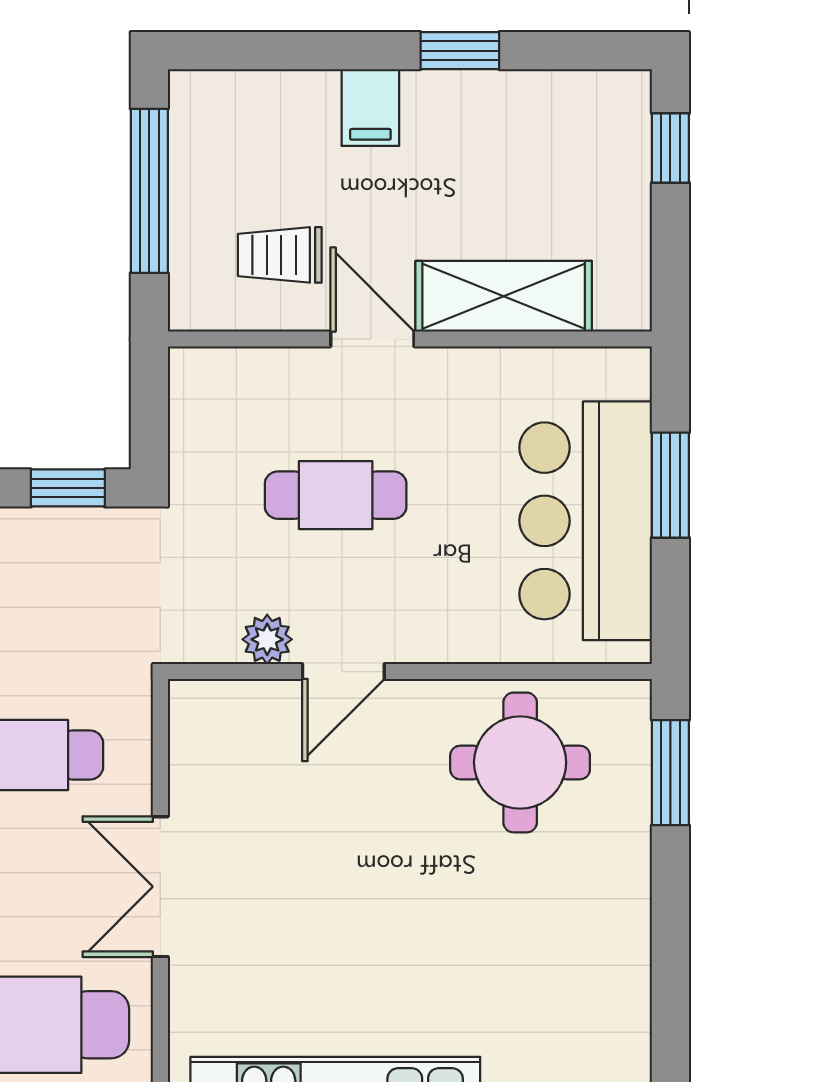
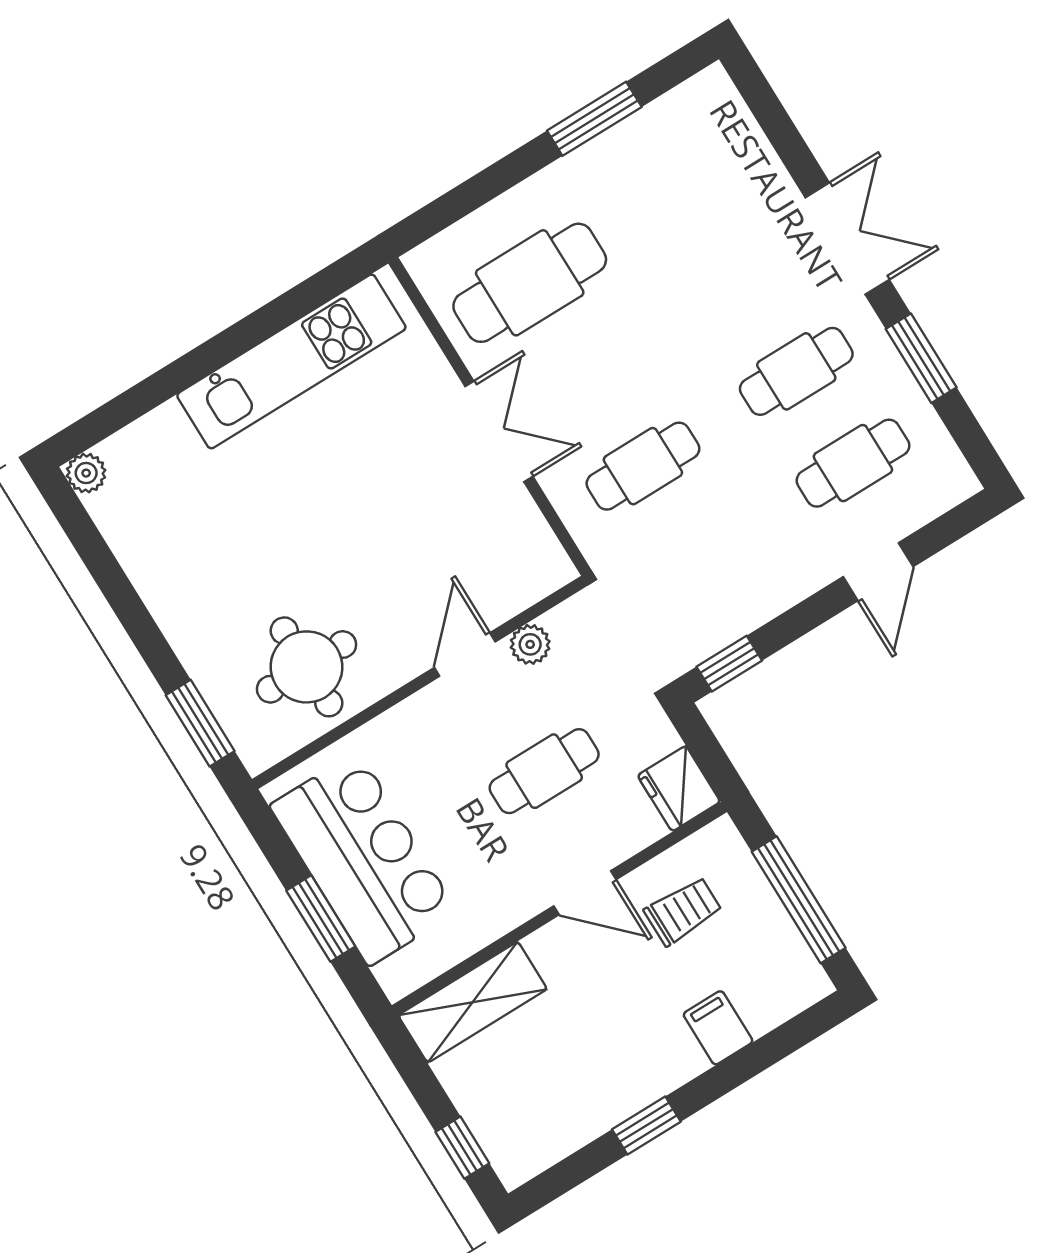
filing cabinet: (370, 107) -> (718, 1028), moved
shelving: (504, 296) -> (473, 1002), moved
fridge: (204, 388) -> (679, 789), added

